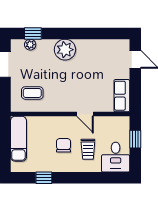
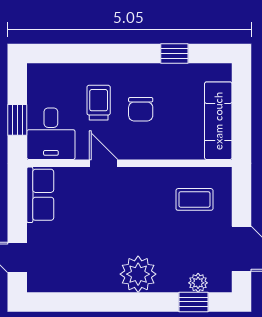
desk: (116, 157) -> (51, 134), moved, turned 180

